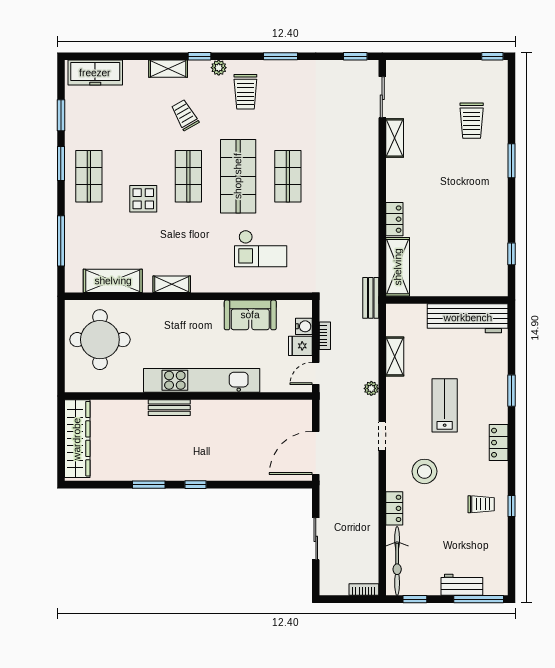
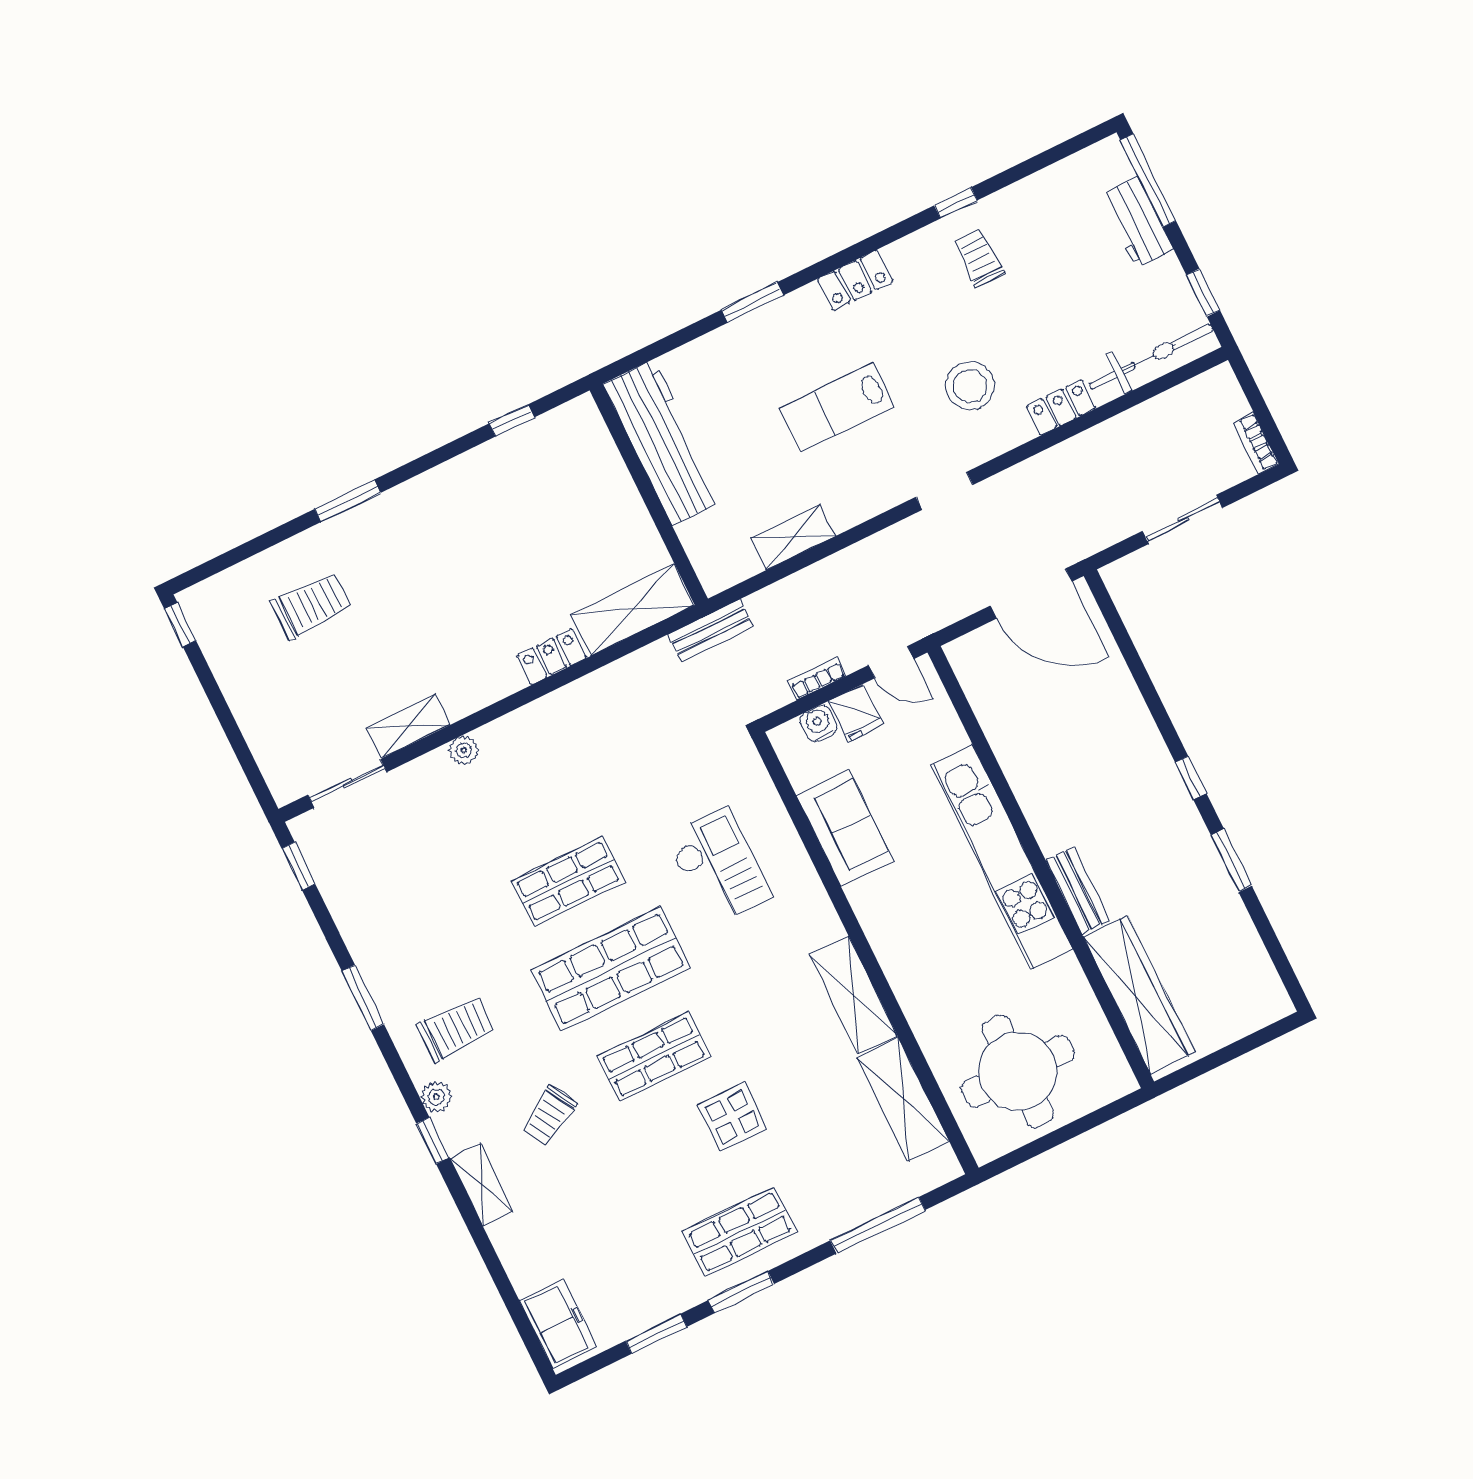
freezer: (95, 73) -> (558, 1324), width x0.71
shelving: (172, 284) -> (853, 995), width x1.50, depth x1.33
plant: (371, 388) -> (464, 750), moved
wardrobe: (77, 439) -> (1139, 995), moved, turned 90
bookcase: (364, 590) -> (1256, 443), moved

